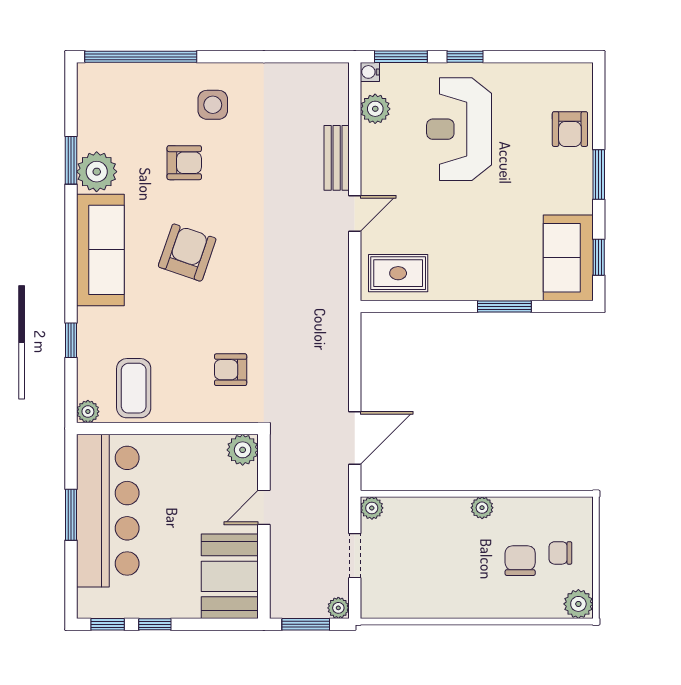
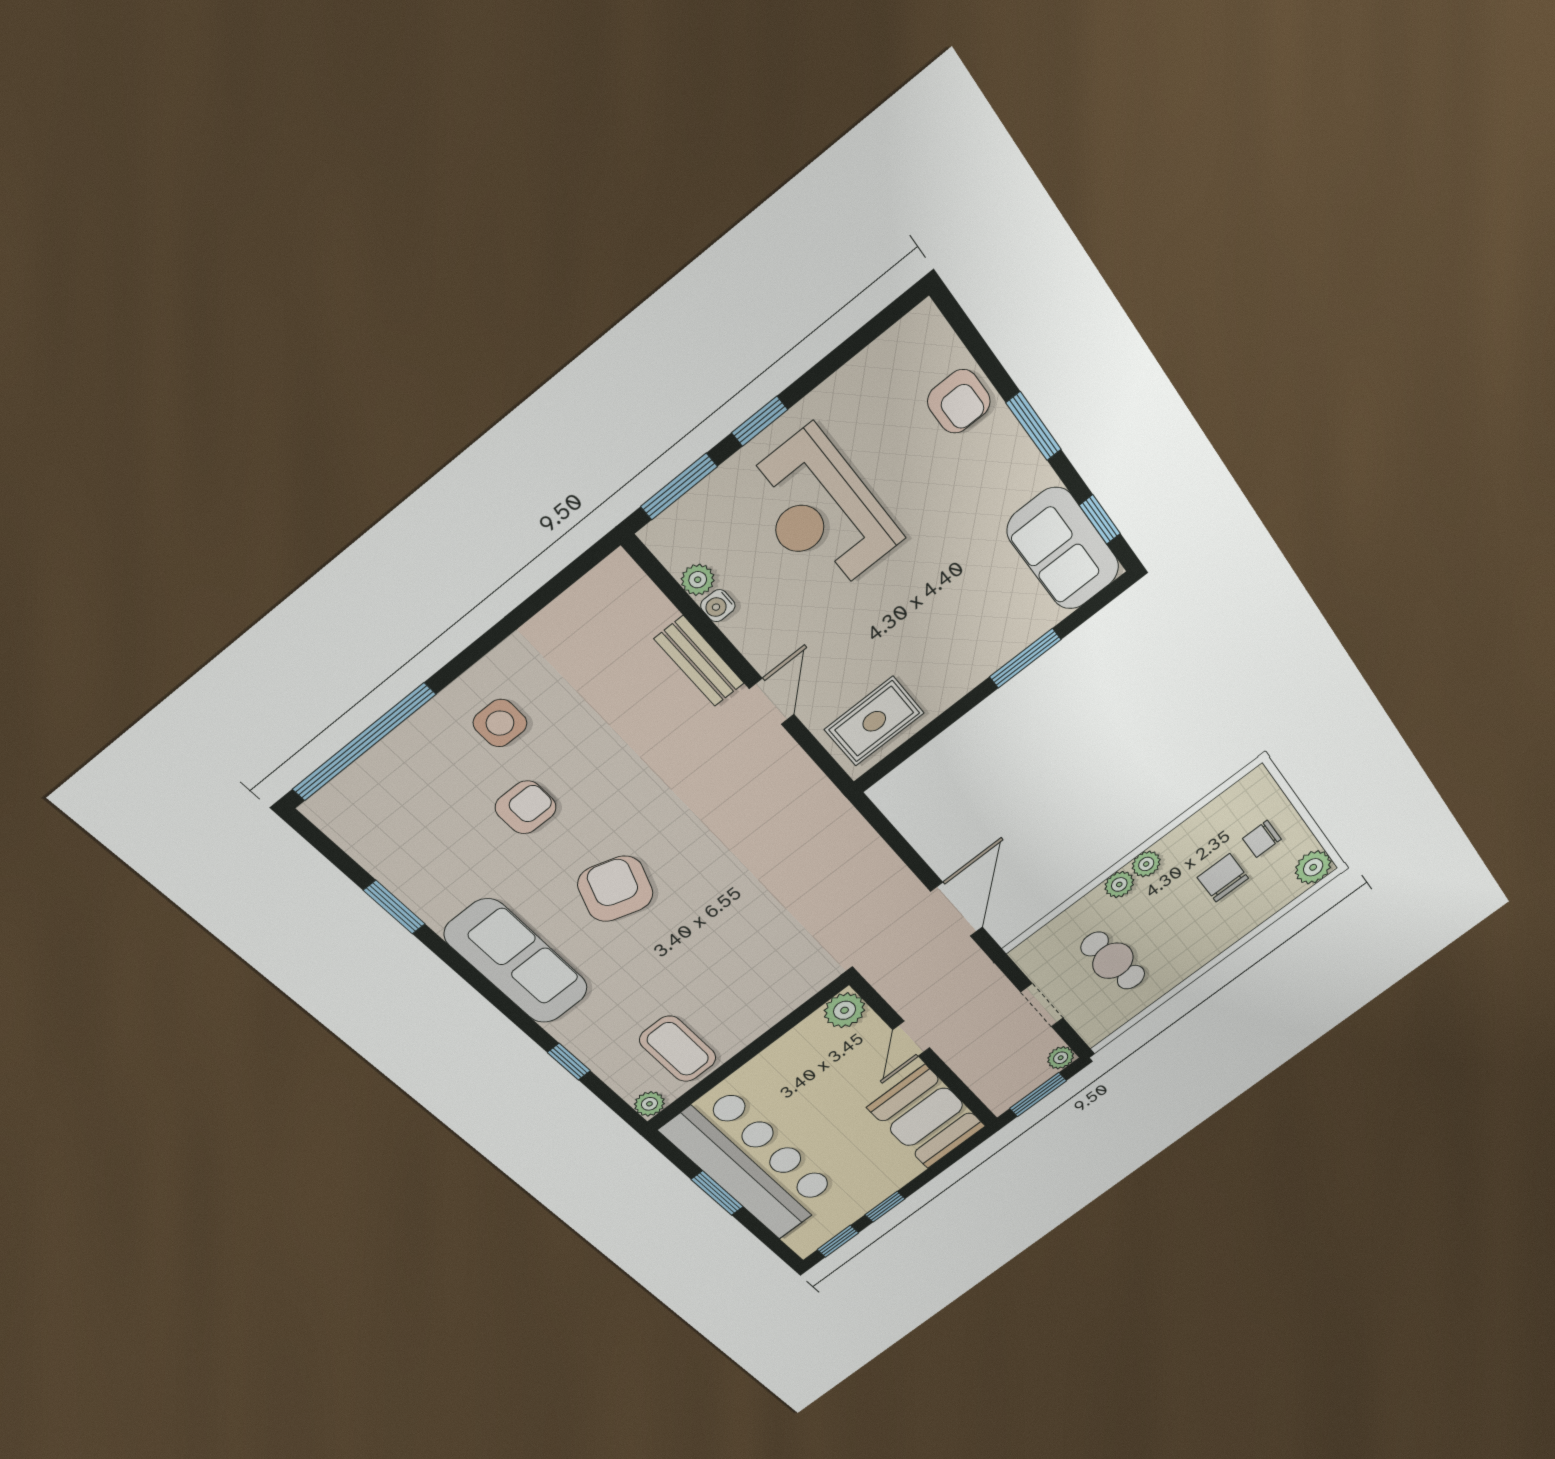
water cooler: (370, 72) -> (718, 606), moved
plant: (375, 109) -> (698, 580), width x0.73, depth x0.73
plant: (97, 172) -> (435, 895), removed
armchair: (231, 370) -> (767, 954), removed
plant: (372, 508) -> (1119, 884), moved
cafe table: (417, 562) -> (1113, 961), added

